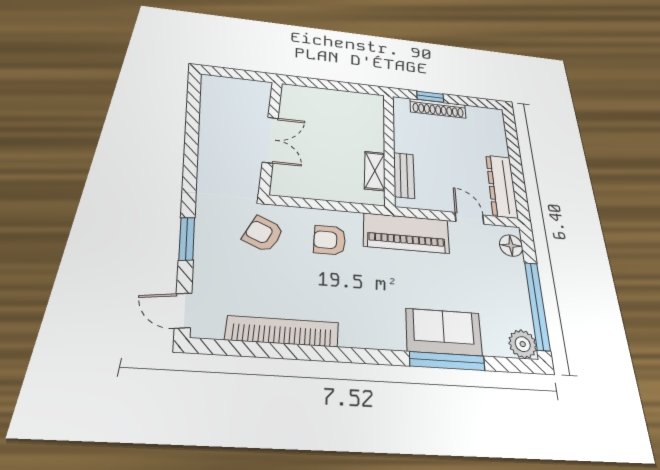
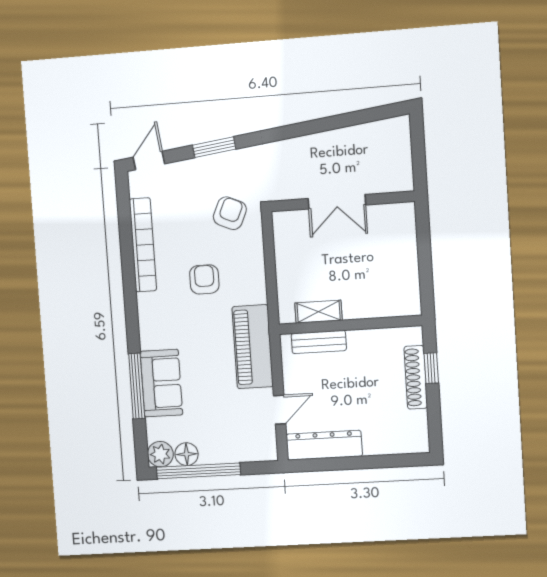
armchair: (330, 240) -> (204, 279), moved
floor lamp: (511, 246) -> (187, 454), moved

